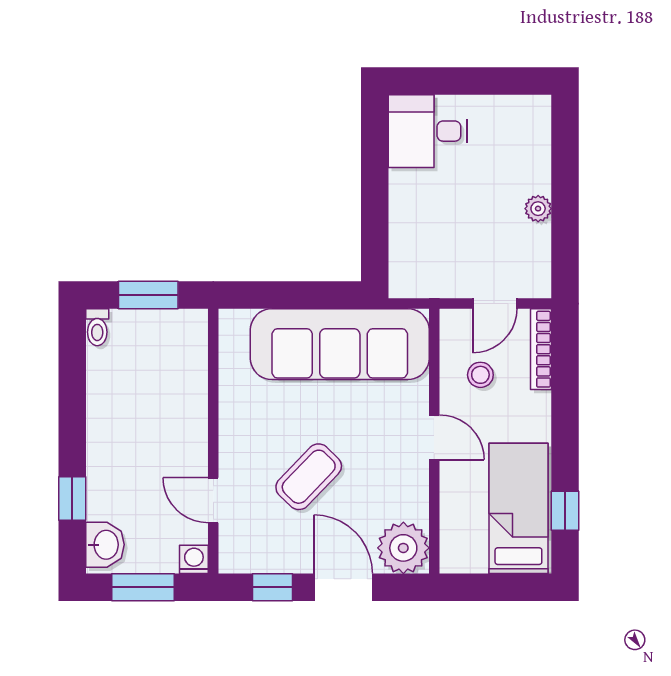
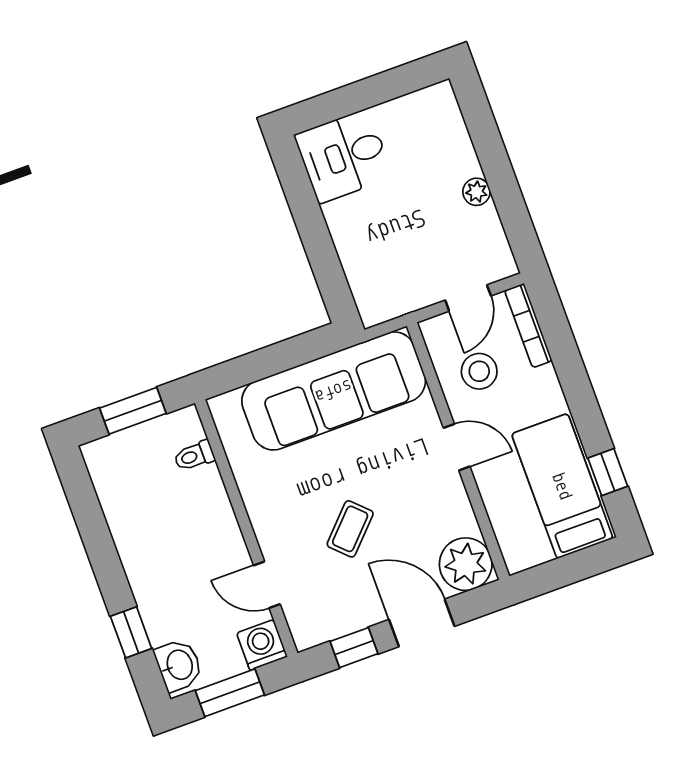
toilet: (97, 327) -> (194, 456), moved, turned 90
stool: (480, 375) -> (479, 371), width x1.37, depth x1.37
coffee table: (309, 477) -> (350, 529), width x0.73, depth x0.77
washing machine: (194, 559) -> (262, 645), width x1.38, depth x1.38

